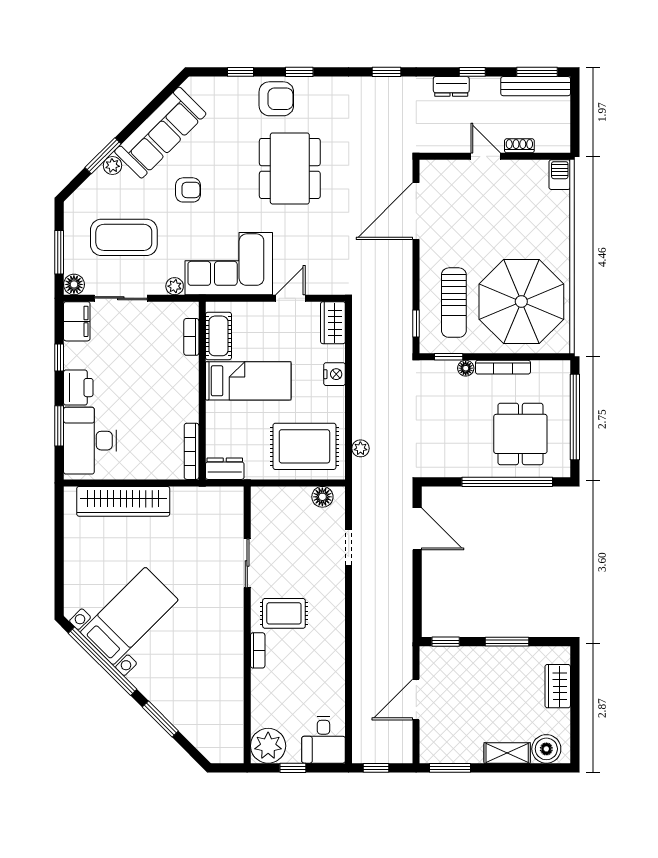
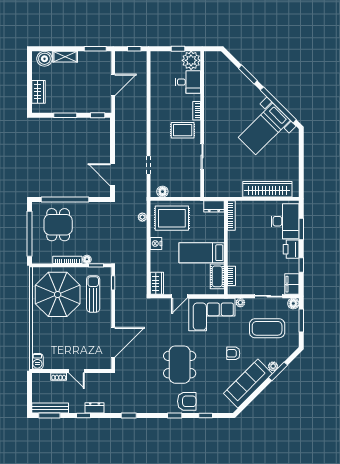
armchair: (276, 99) -> (187, 401), turned 180
nightstand: (335, 374) -> (156, 243), moved
desk: (323, 740) -> (188, 82), moved, turned 90

